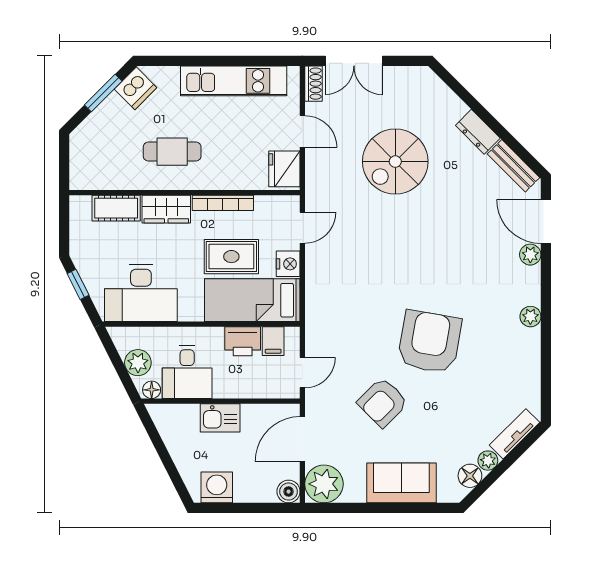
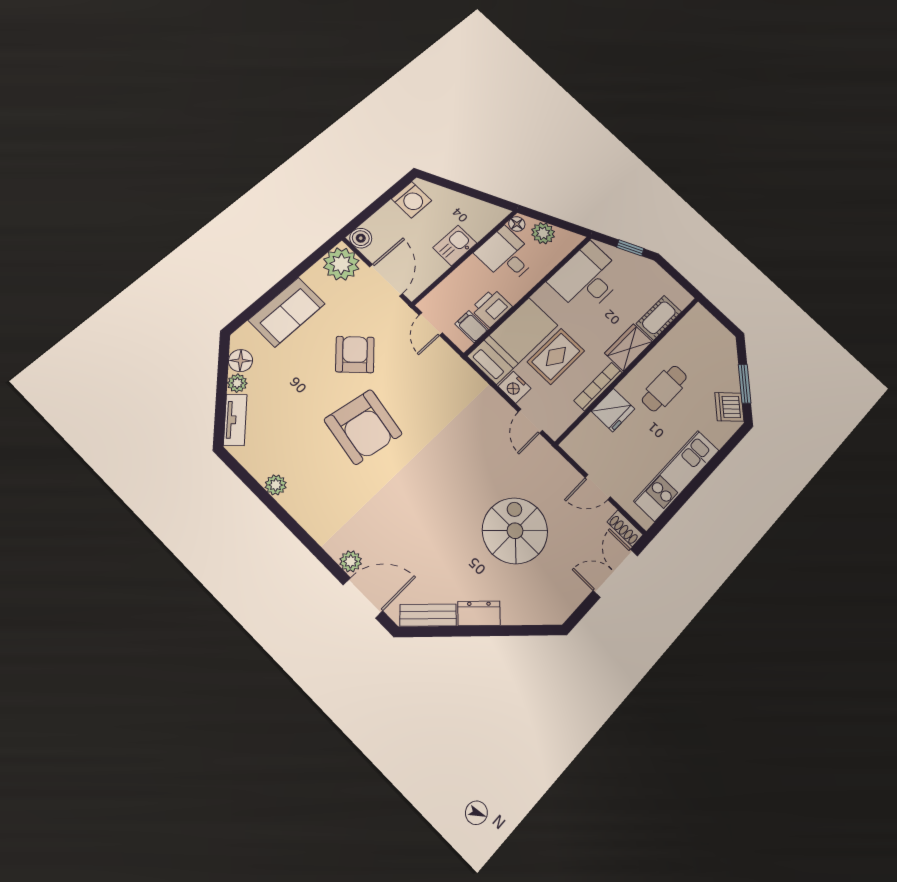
fridge: (284, 169) -> (613, 410), moved, turned 90
plant: (530, 317) -> (276, 485), moved

